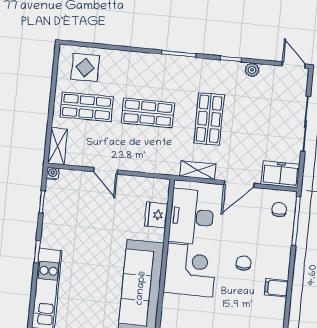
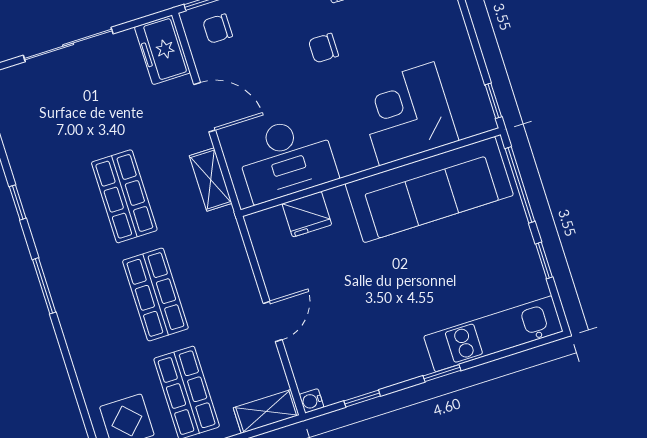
plant: (252, 70) -> (21, 162), removed
shop shelf: (209, 119) -> (124, 196), turned 90
corner desk: (190, 270) -> (407, 114), moved

